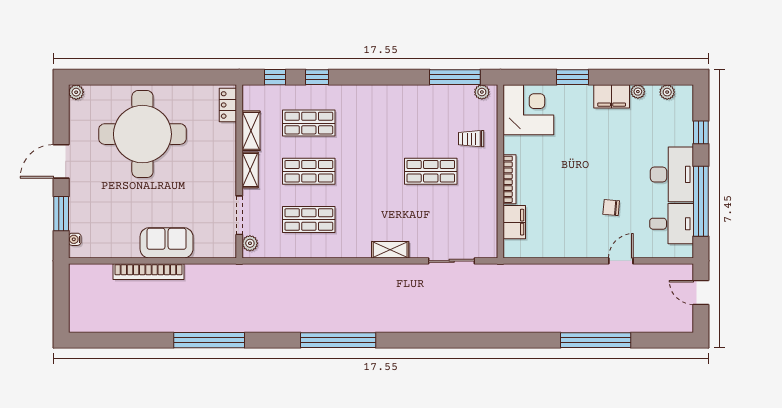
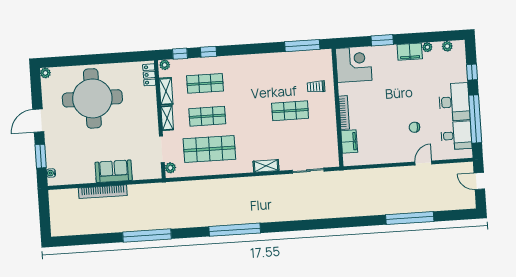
plant: (482, 92) -> (165, 65), moved
shop shelf: (309, 219) -> (209, 149), width x1.43, depth x1.36

